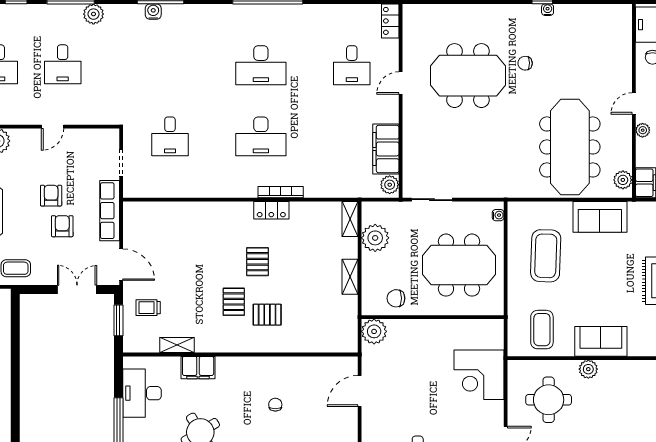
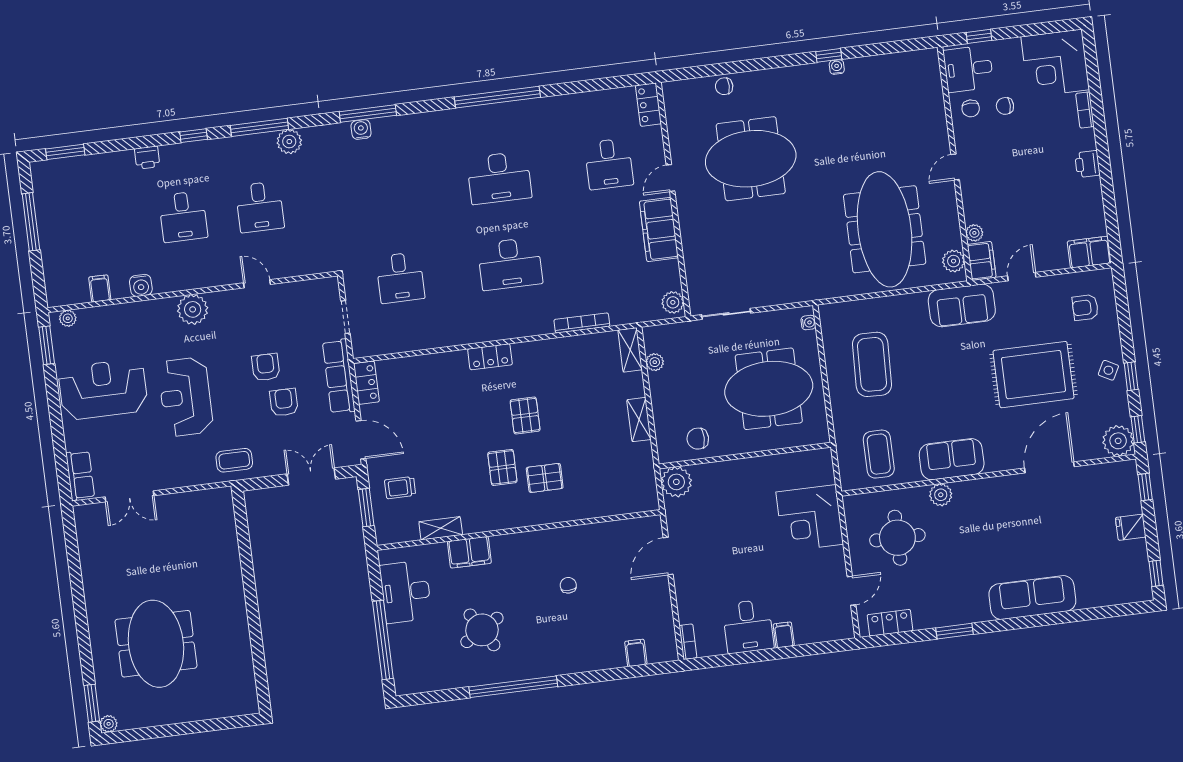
chair: (525, 63) -> (724, 86), moved
door: (52, 127) -> (257, 284), swing flipped
plant: (643, 130) -> (974, 233), moved
filing cabinet: (386, 149) -> (659, 230), moved
bookcase: (281, 192) -> (582, 323), moved
locker: (271, 210) -> (490, 357), moved
sofa: (600, 217) -> (962, 305), moved
locker: (132, 219) -> (366, 383), added
plant: (375, 238) -> (655, 362), width x0.53, depth x0.53

